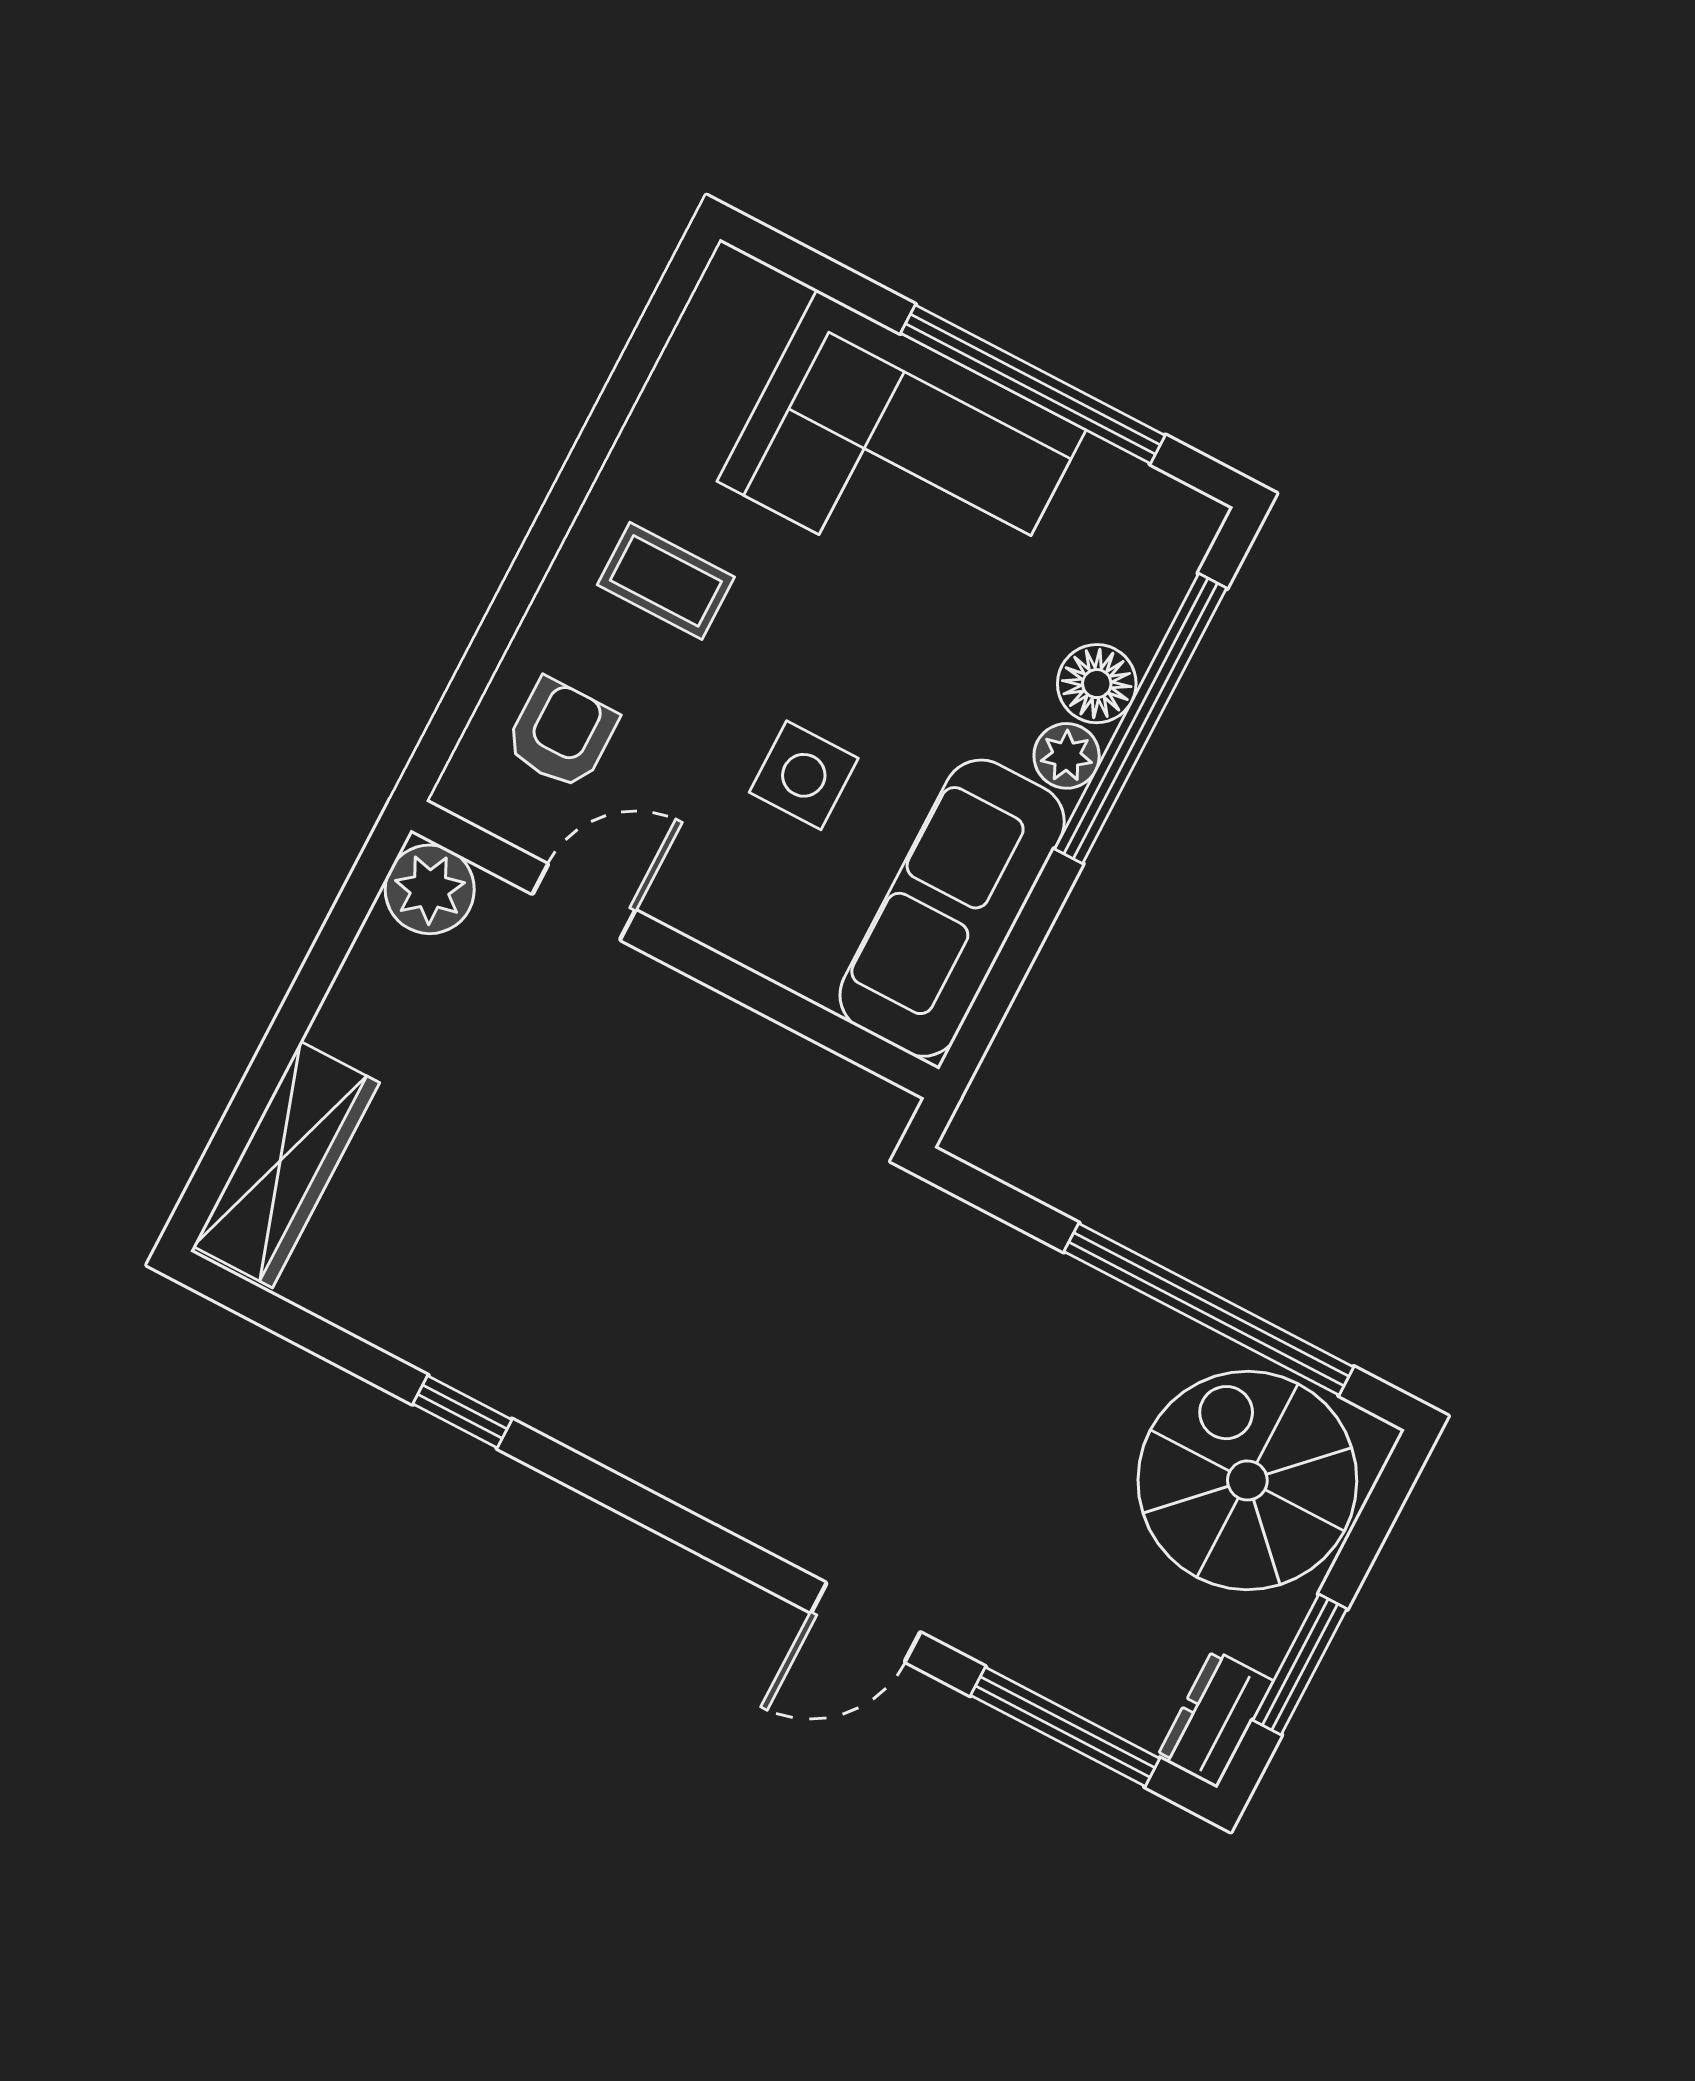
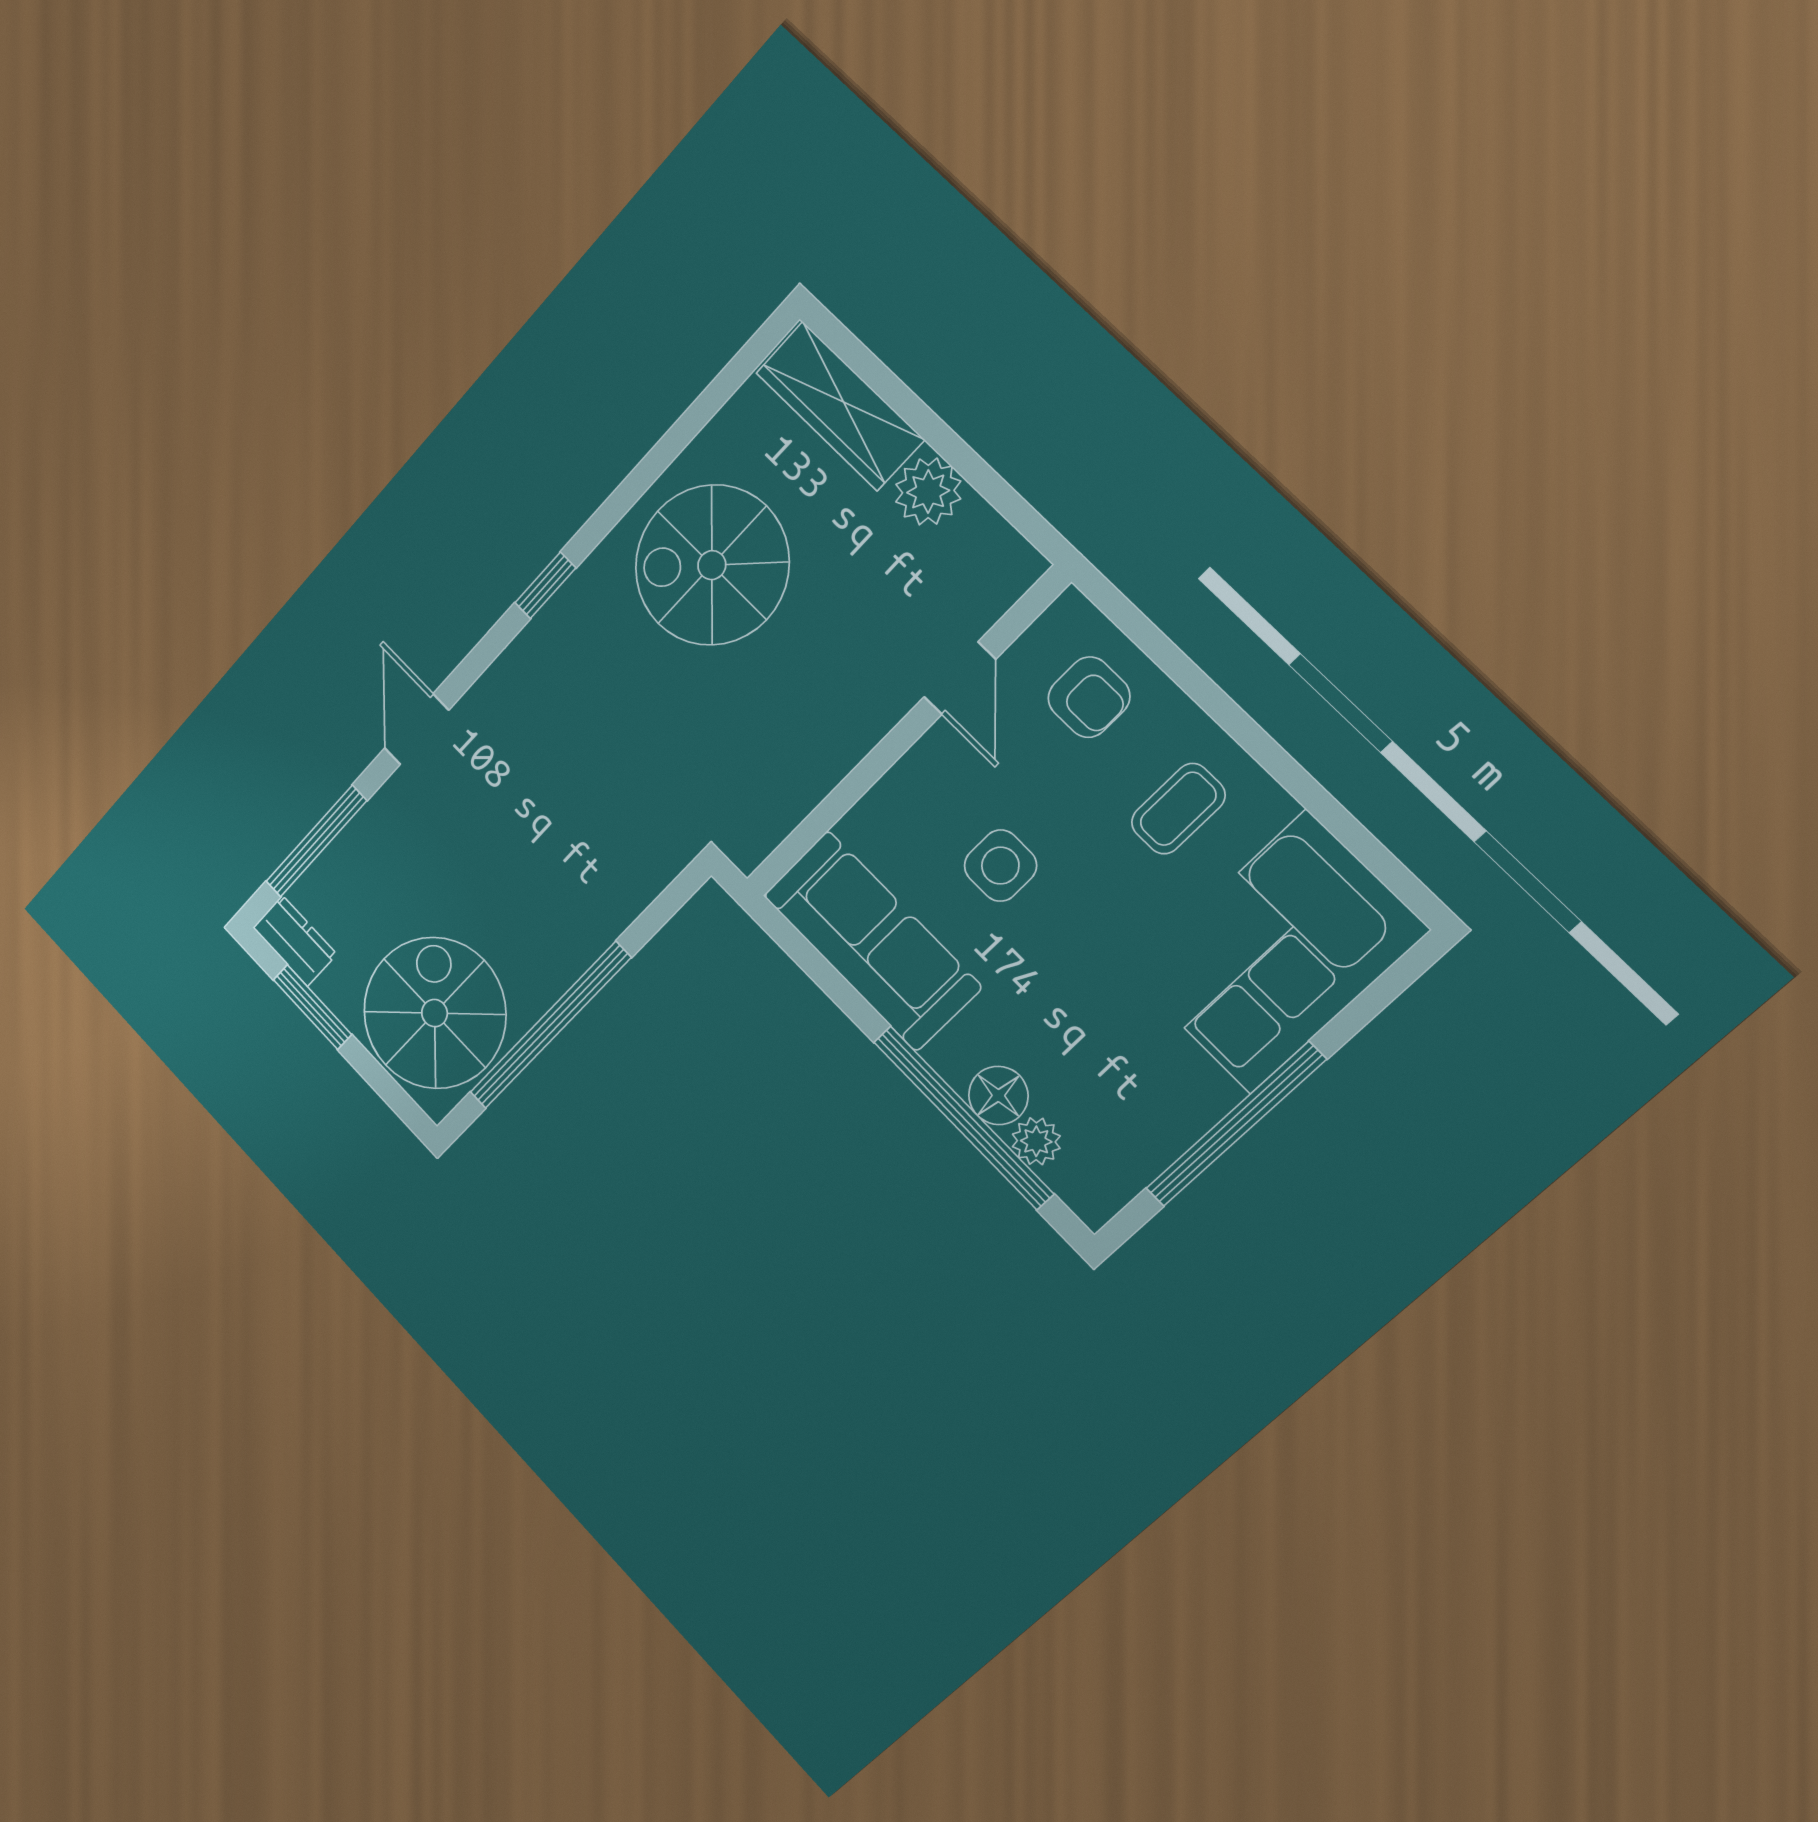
corner sofa: (901, 456) -> (1278, 952), moved
plant: (1067, 756) -> (1036, 1141), moved
plant: (430, 889) -> (928, 492), moved
spiral stairs: (531, 1272) -> (712, 565), added
window: (462, 1412) -> (545, 585), moved
spiral stairs: (1247, 1480) -> (435, 1013), turned -90

